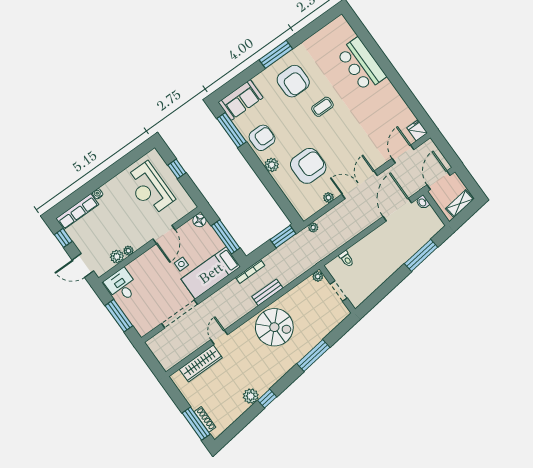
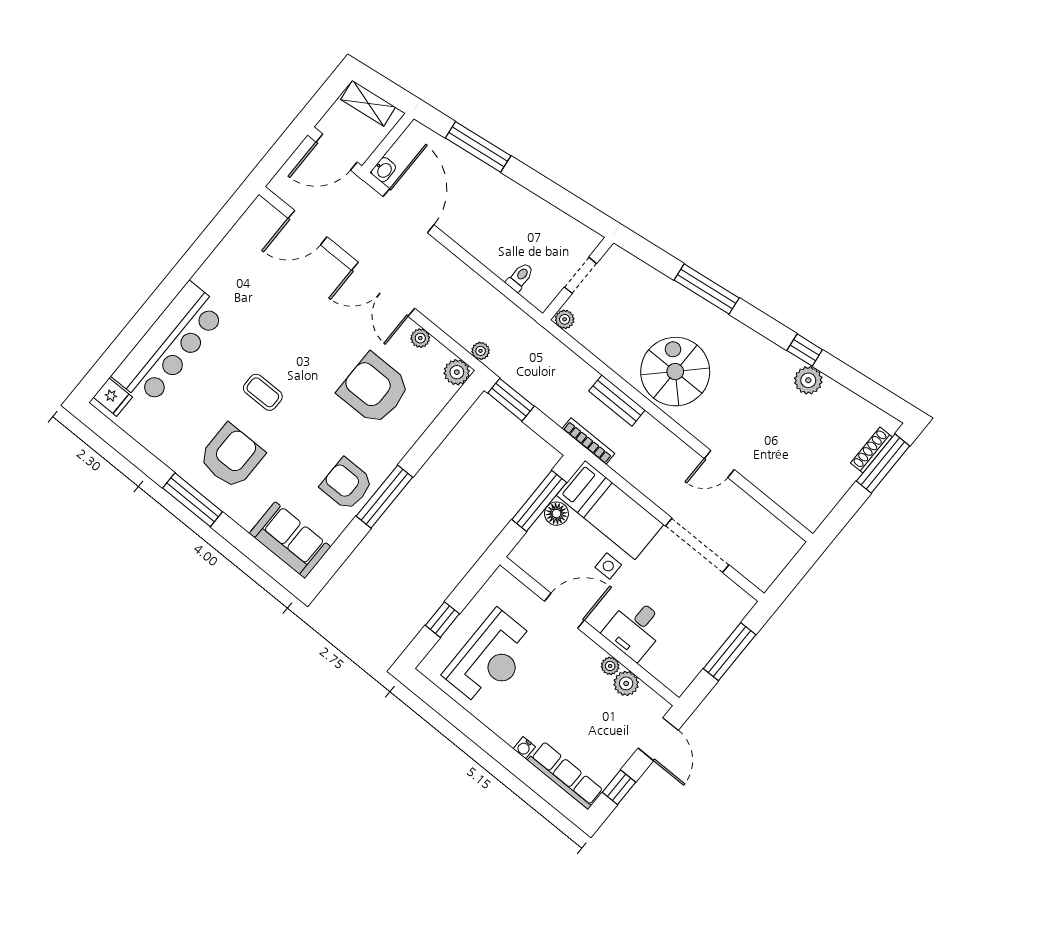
bar counter: (361, 64) -> (169, 344), width x1.36
window: (232, 130) -> (384, 497), moved
fridge: (417, 130) -> (113, 397), moved, turned -90
plant: (272, 165) -> (457, 372), moved
door: (397, 210) -> (409, 211), swing flipped
floor lamp: (199, 220) -> (556, 514), moved
desk: (122, 285) -> (635, 629), moved
wardrobe: (201, 363) -> (775, 484), removed

